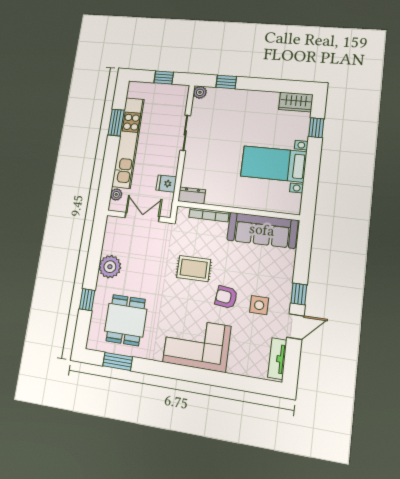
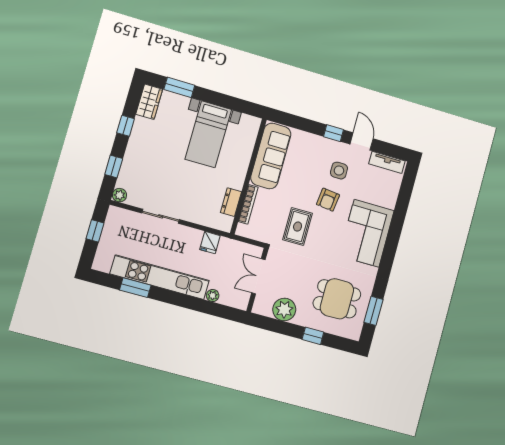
window: (268, 85) -> (126, 126), added
window: (316, 128) -> (179, 87), width x1.50
dresser: (192, 195) -> (231, 202), moved
wall: (139, 217) -> (257, 280), moved
double door: (142, 217) -> (258, 276), moved

